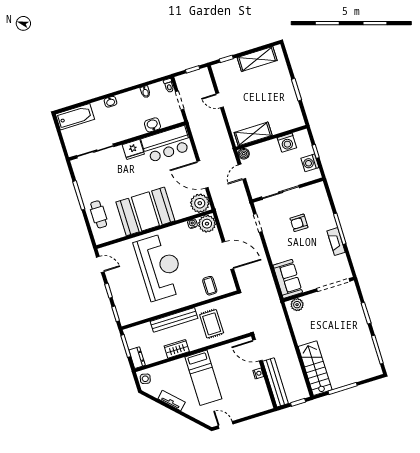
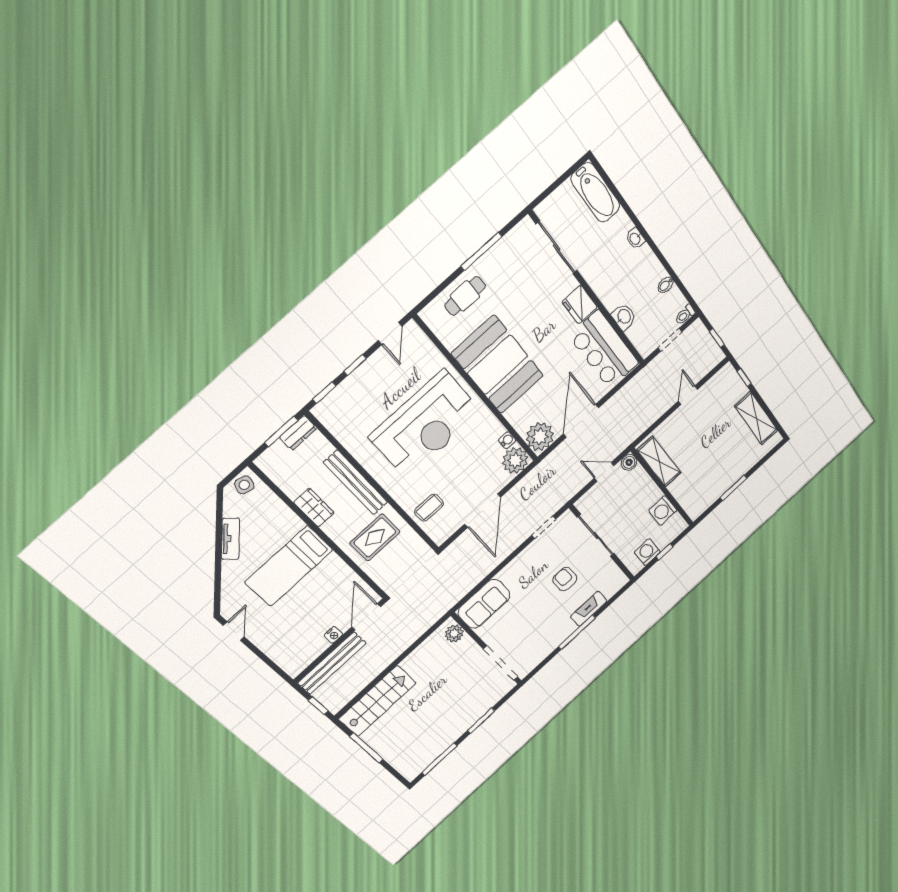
fireplace: (336, 242) -> (589, 609), moved
dresser: (137, 358) -> (298, 433), moved

